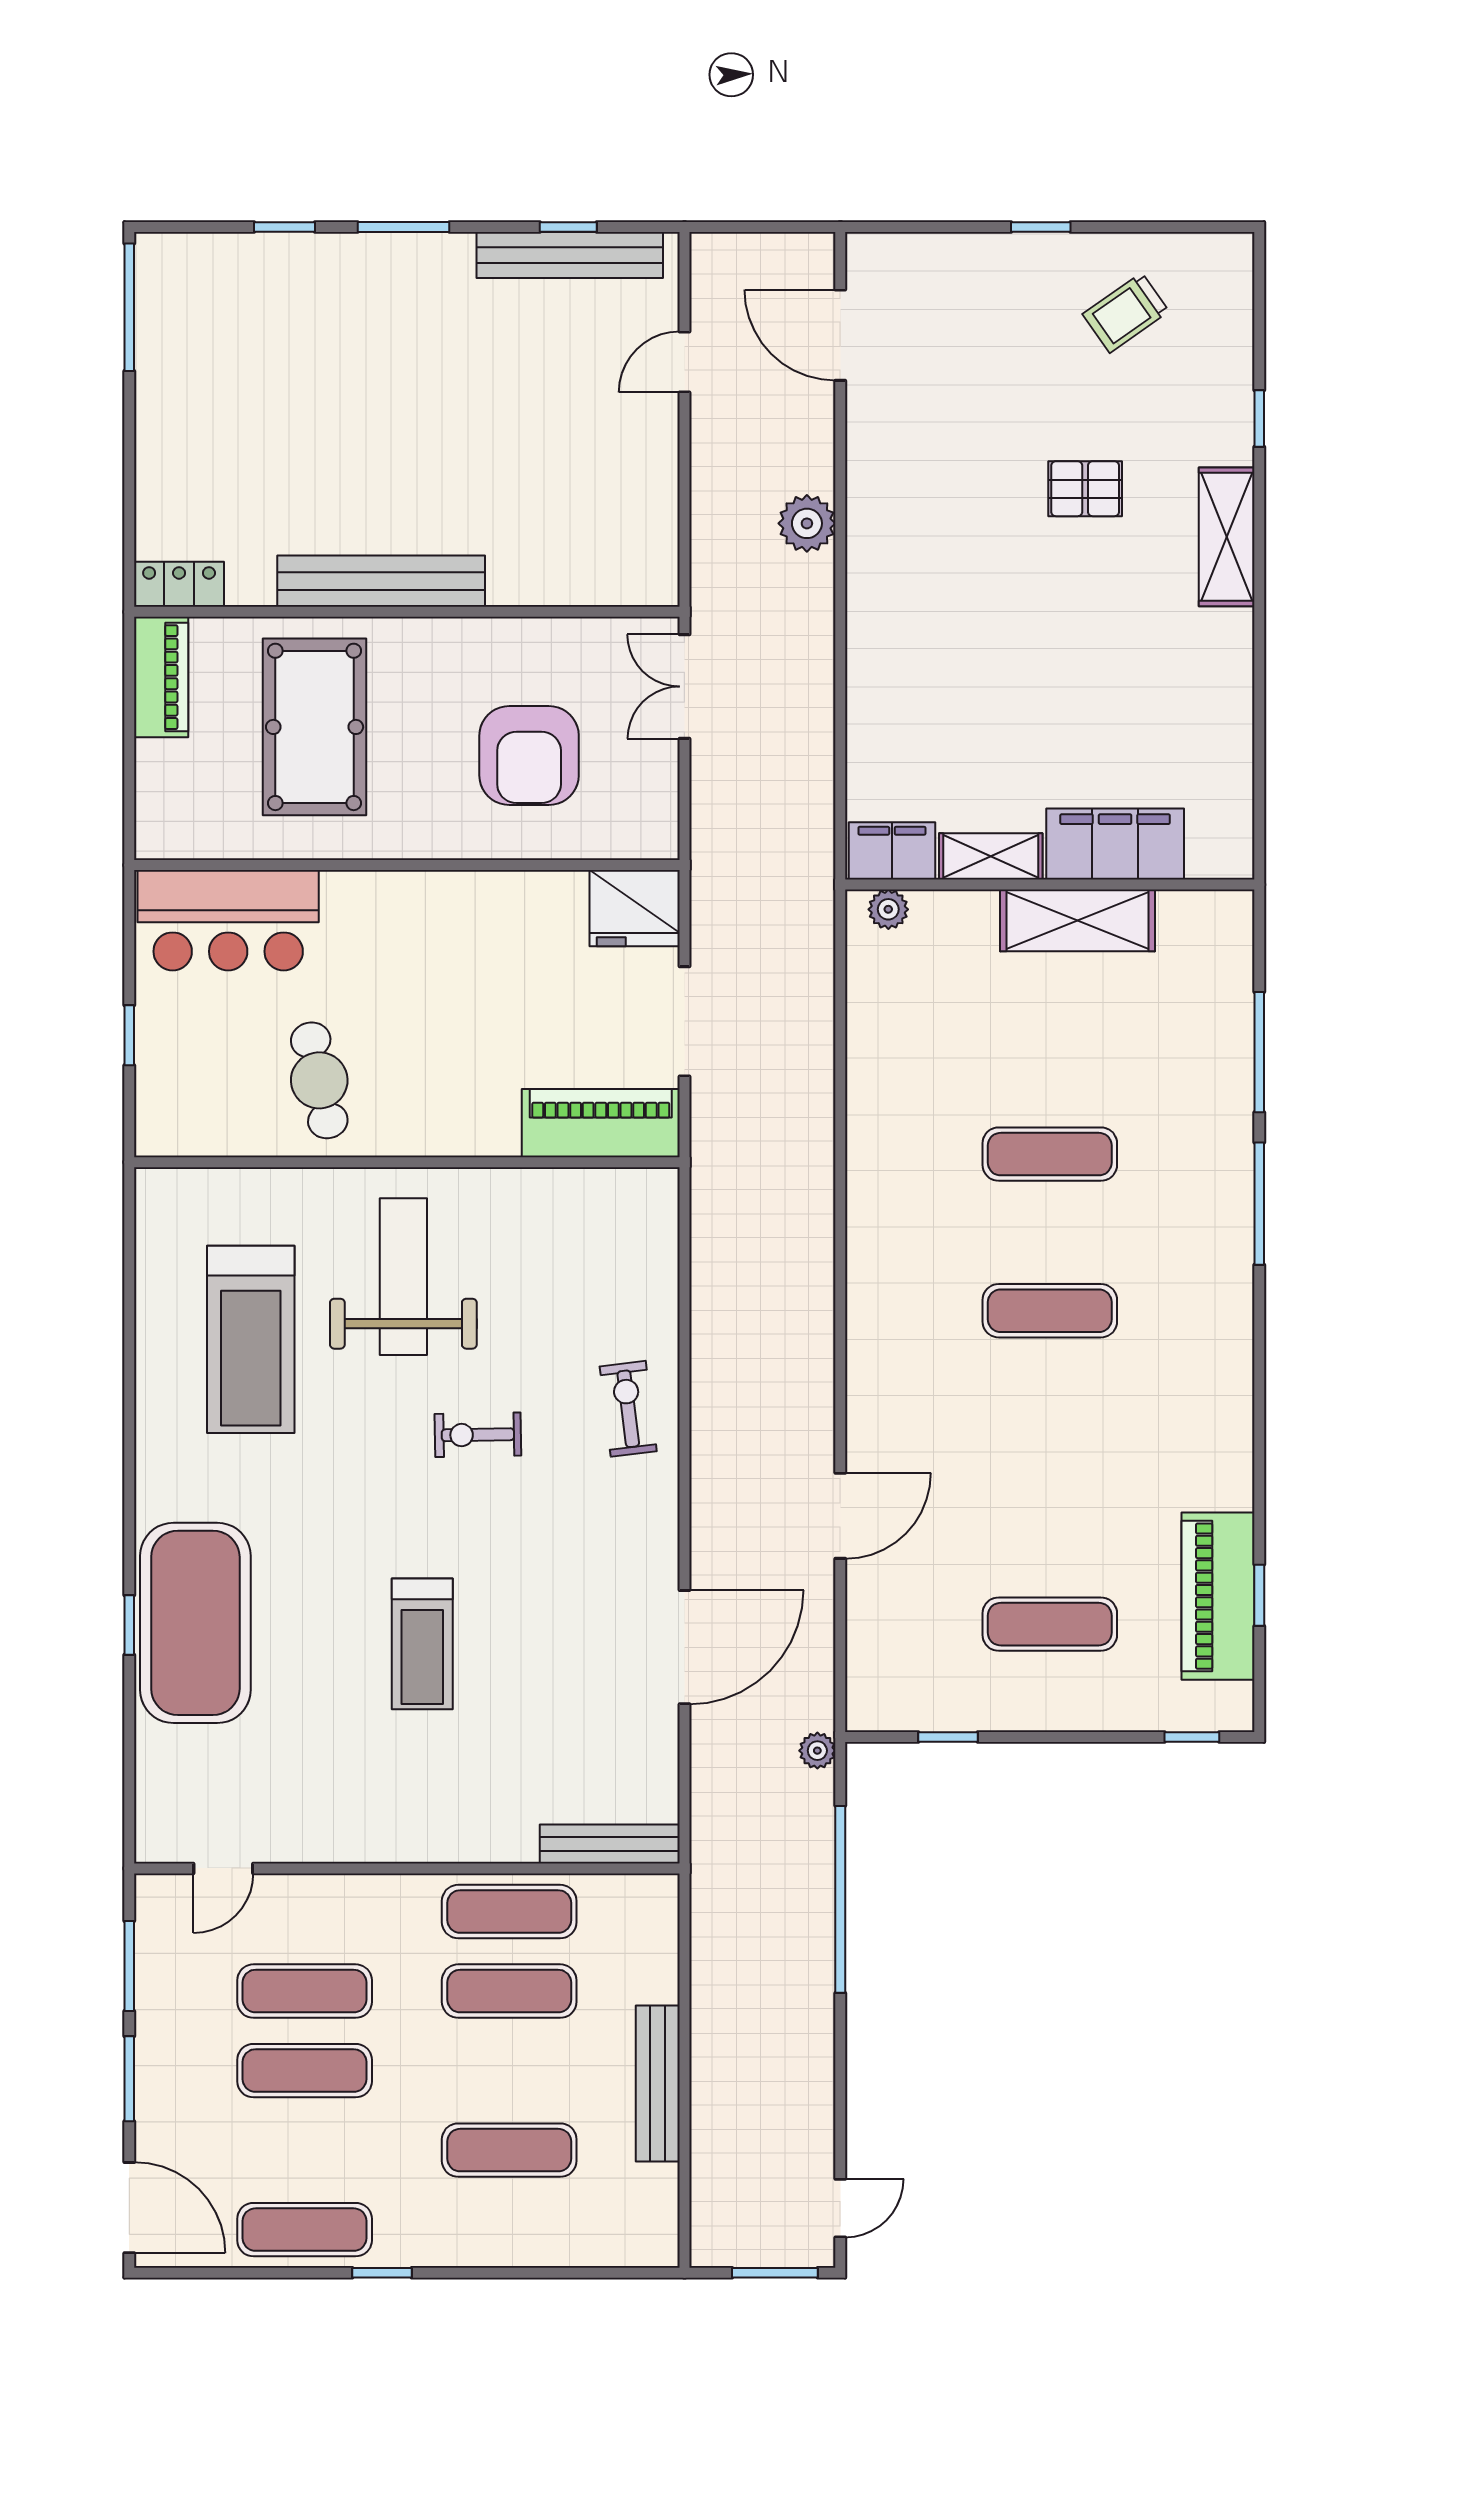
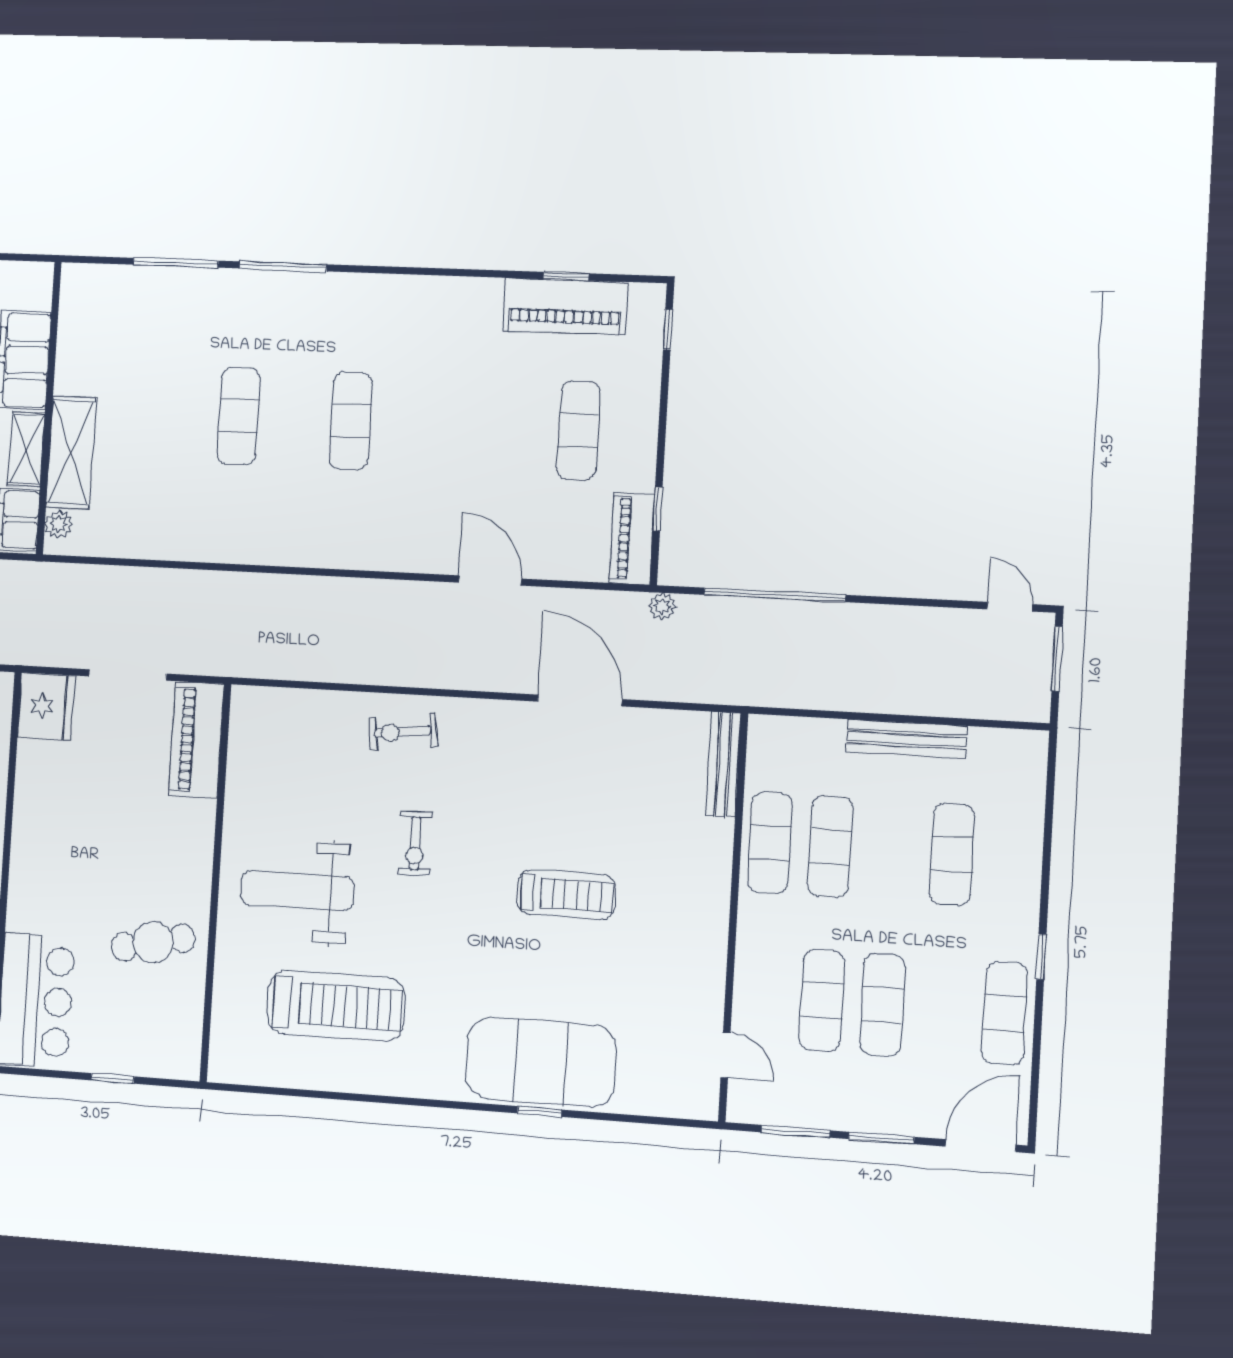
shelving: (1078, 920) -> (71, 452), moved
piano: (907, 1705) -> (632, 538), added

